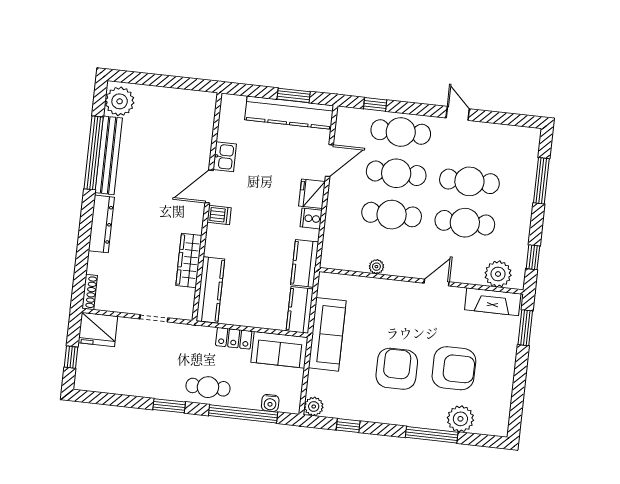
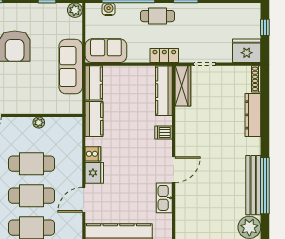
kitchen sink: (225, 157) -> (164, 198), width x1.38
dishwasher: (219, 215) -> (164, 132), moved
dresser: (101, 224) -> (253, 115), moved
wardrobe: (189, 260) -> (183, 86), moved
locker: (234, 338) -> (164, 56), moved

